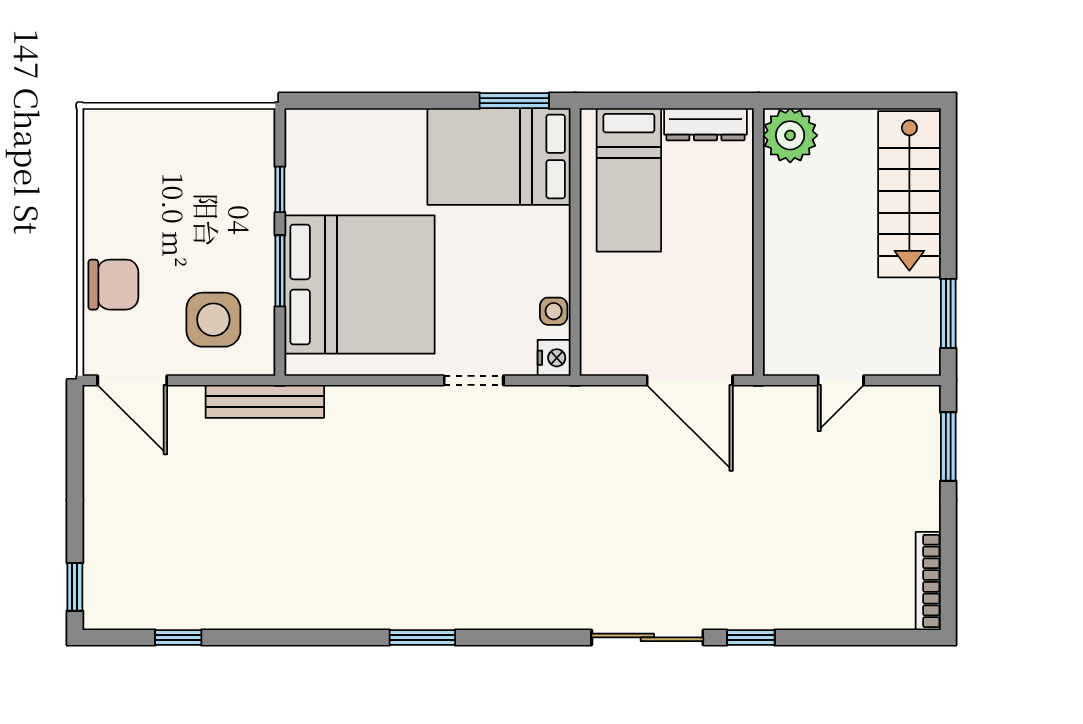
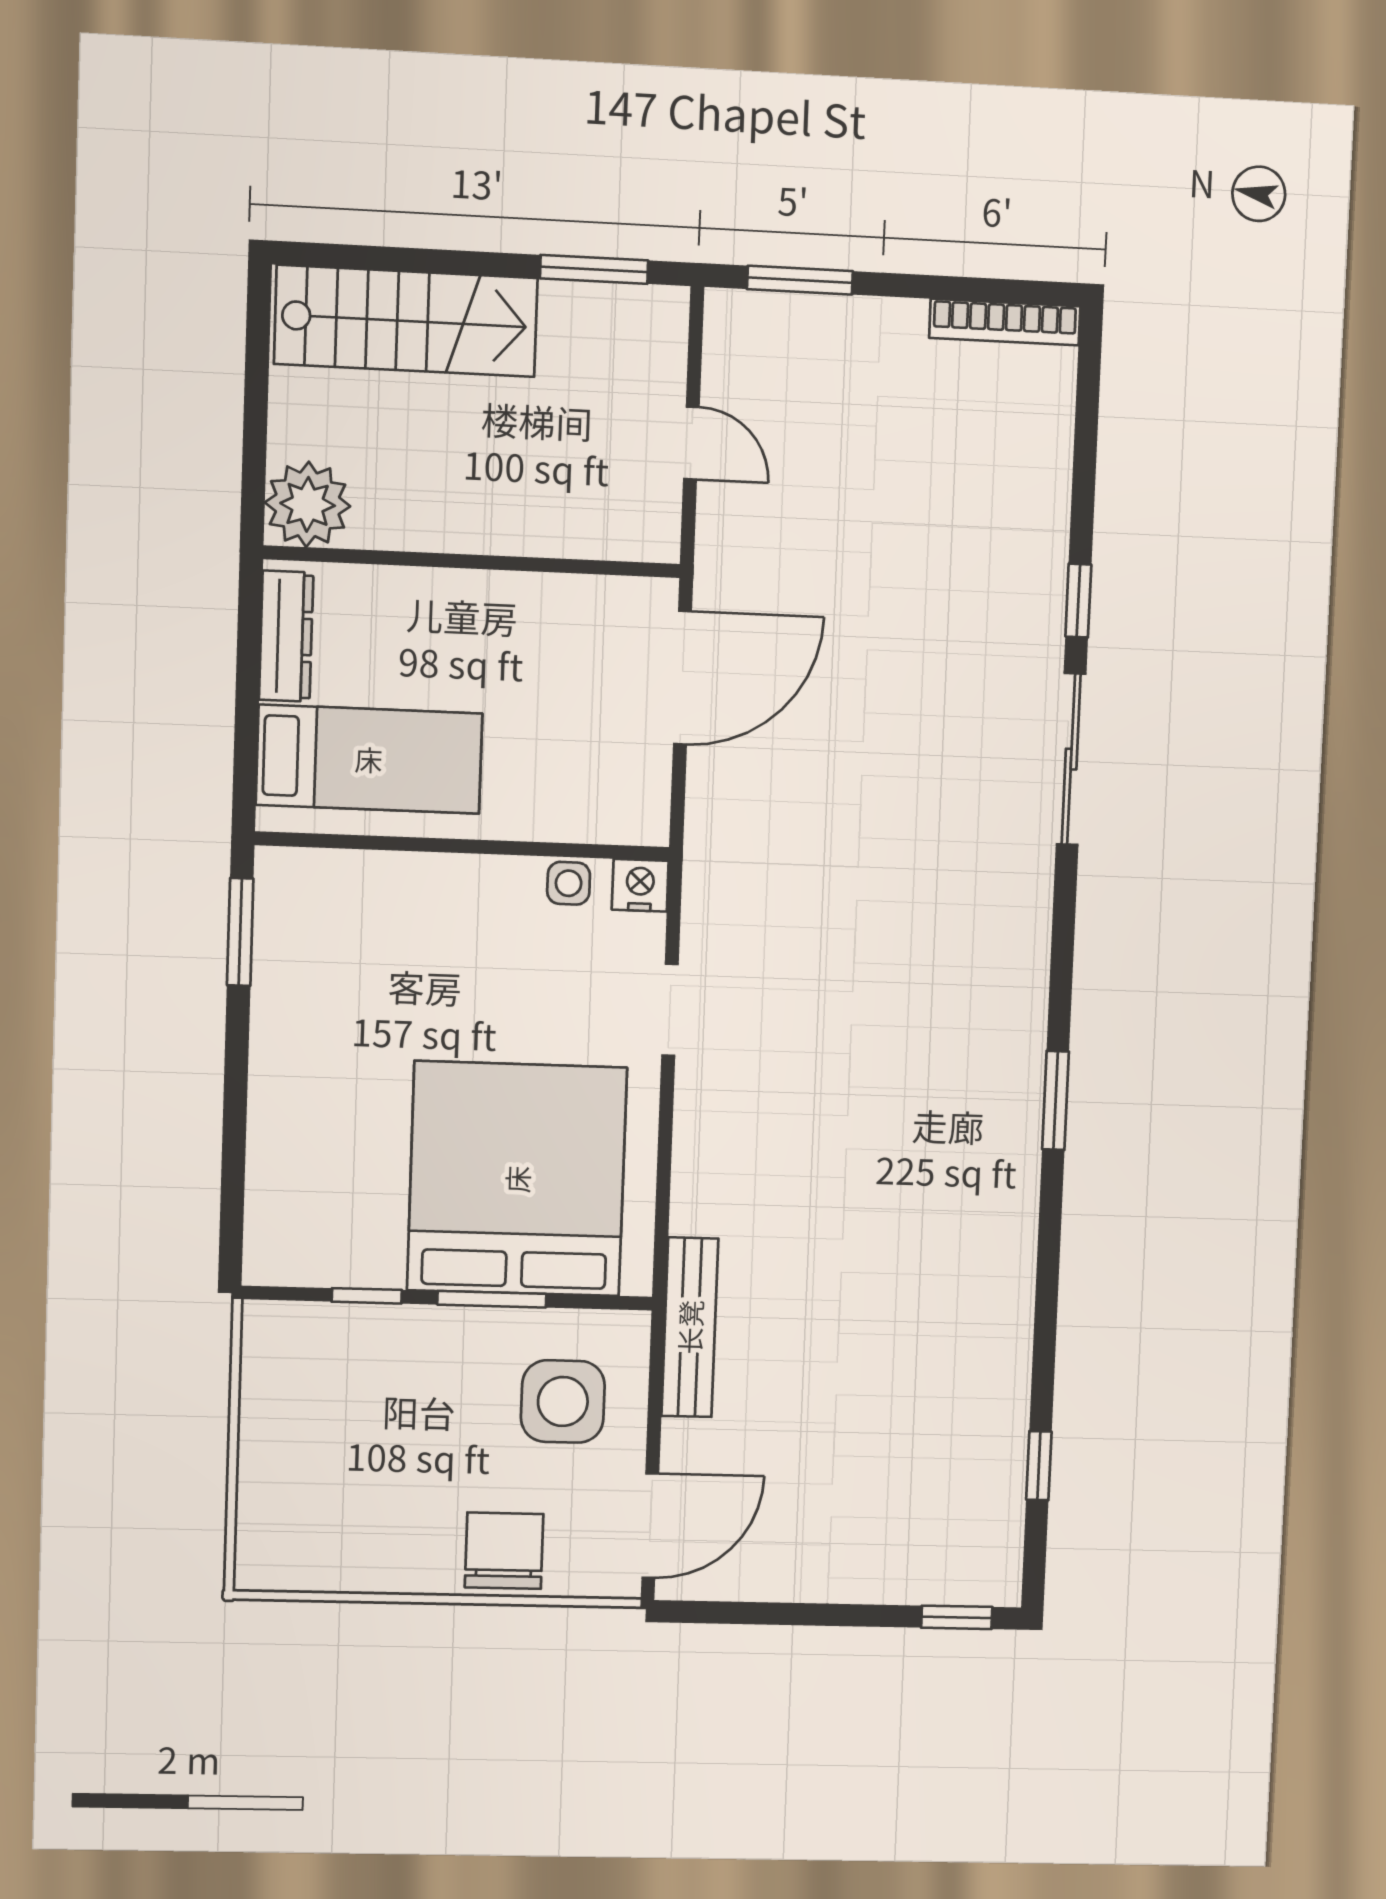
bed: (499, 156) -> (327, 959), removed

